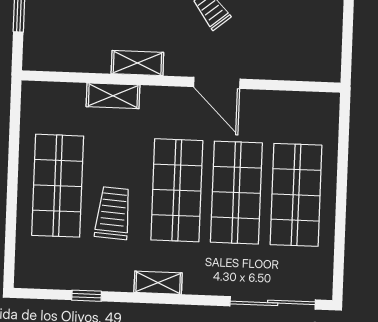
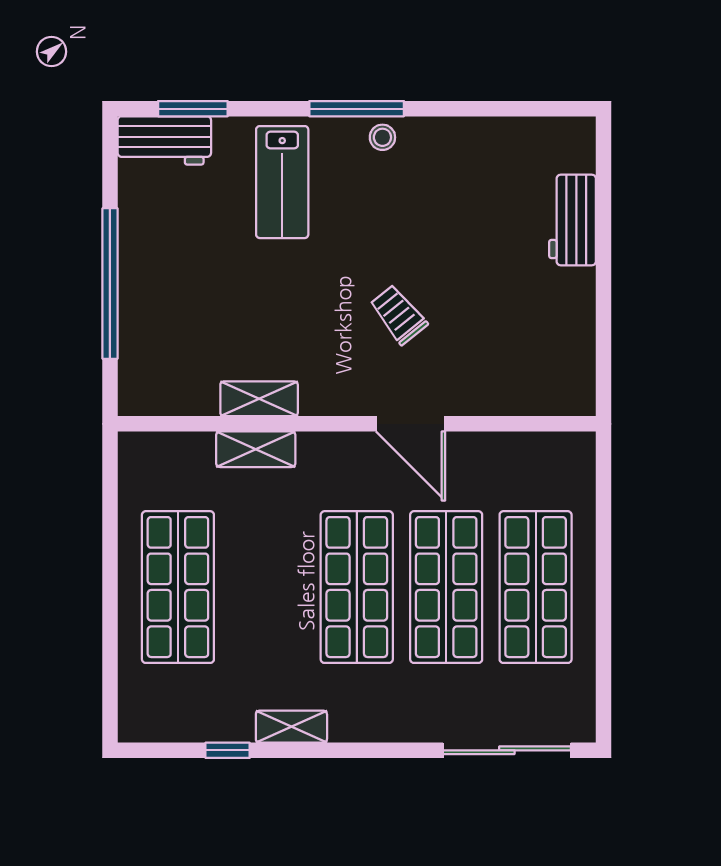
shelving: (137, 63) -> (259, 399), moved
trolley: (113, 213) -> (263, 625), removed
shelving: (158, 283) -> (291, 727), moved

